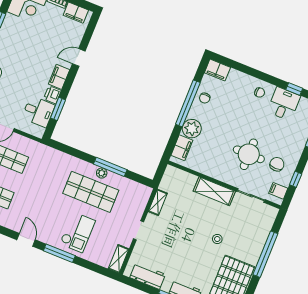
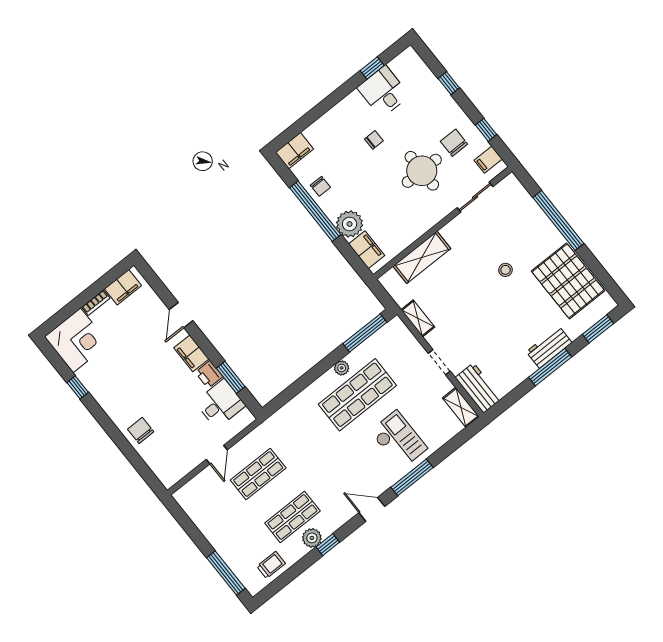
chair: (260, 92) -> (374, 140), moved
window: (110, 167) -> (365, 333), moved
shelving: (214, 191) -> (422, 257), moved
workbench: (148, 276) -> (478, 388), moved, turned 90

